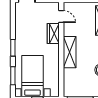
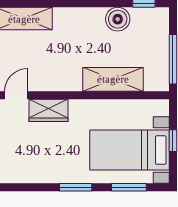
shelving: (70, 52) -> (113, 79), moved

